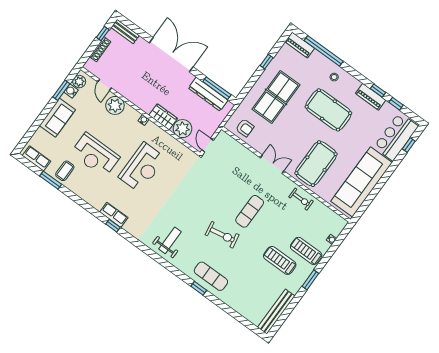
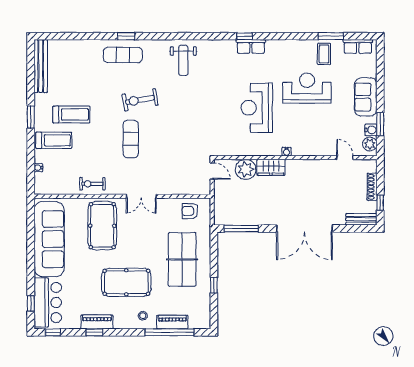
piano: (300, 45) -> (172, 322), moved
dresser: (208, 94) -> (245, 217), removed
window: (396, 104) -> (53, 332), moved
plant: (115, 105) -> (322, 146), removed

